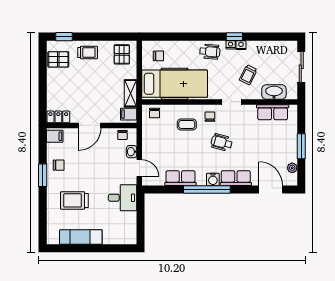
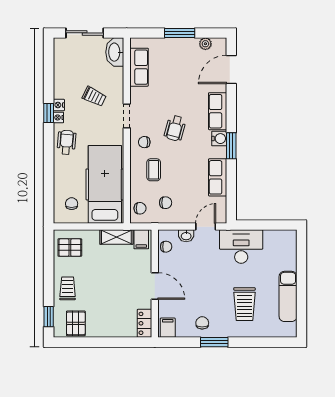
washbasin: (274, 92) -> (115, 52), moved
chair: (159, 134) -> (166, 203), added
window: (207, 189) -> (231, 146), width x0.47
desk: (123, 198) -> (241, 247), width x1.37

